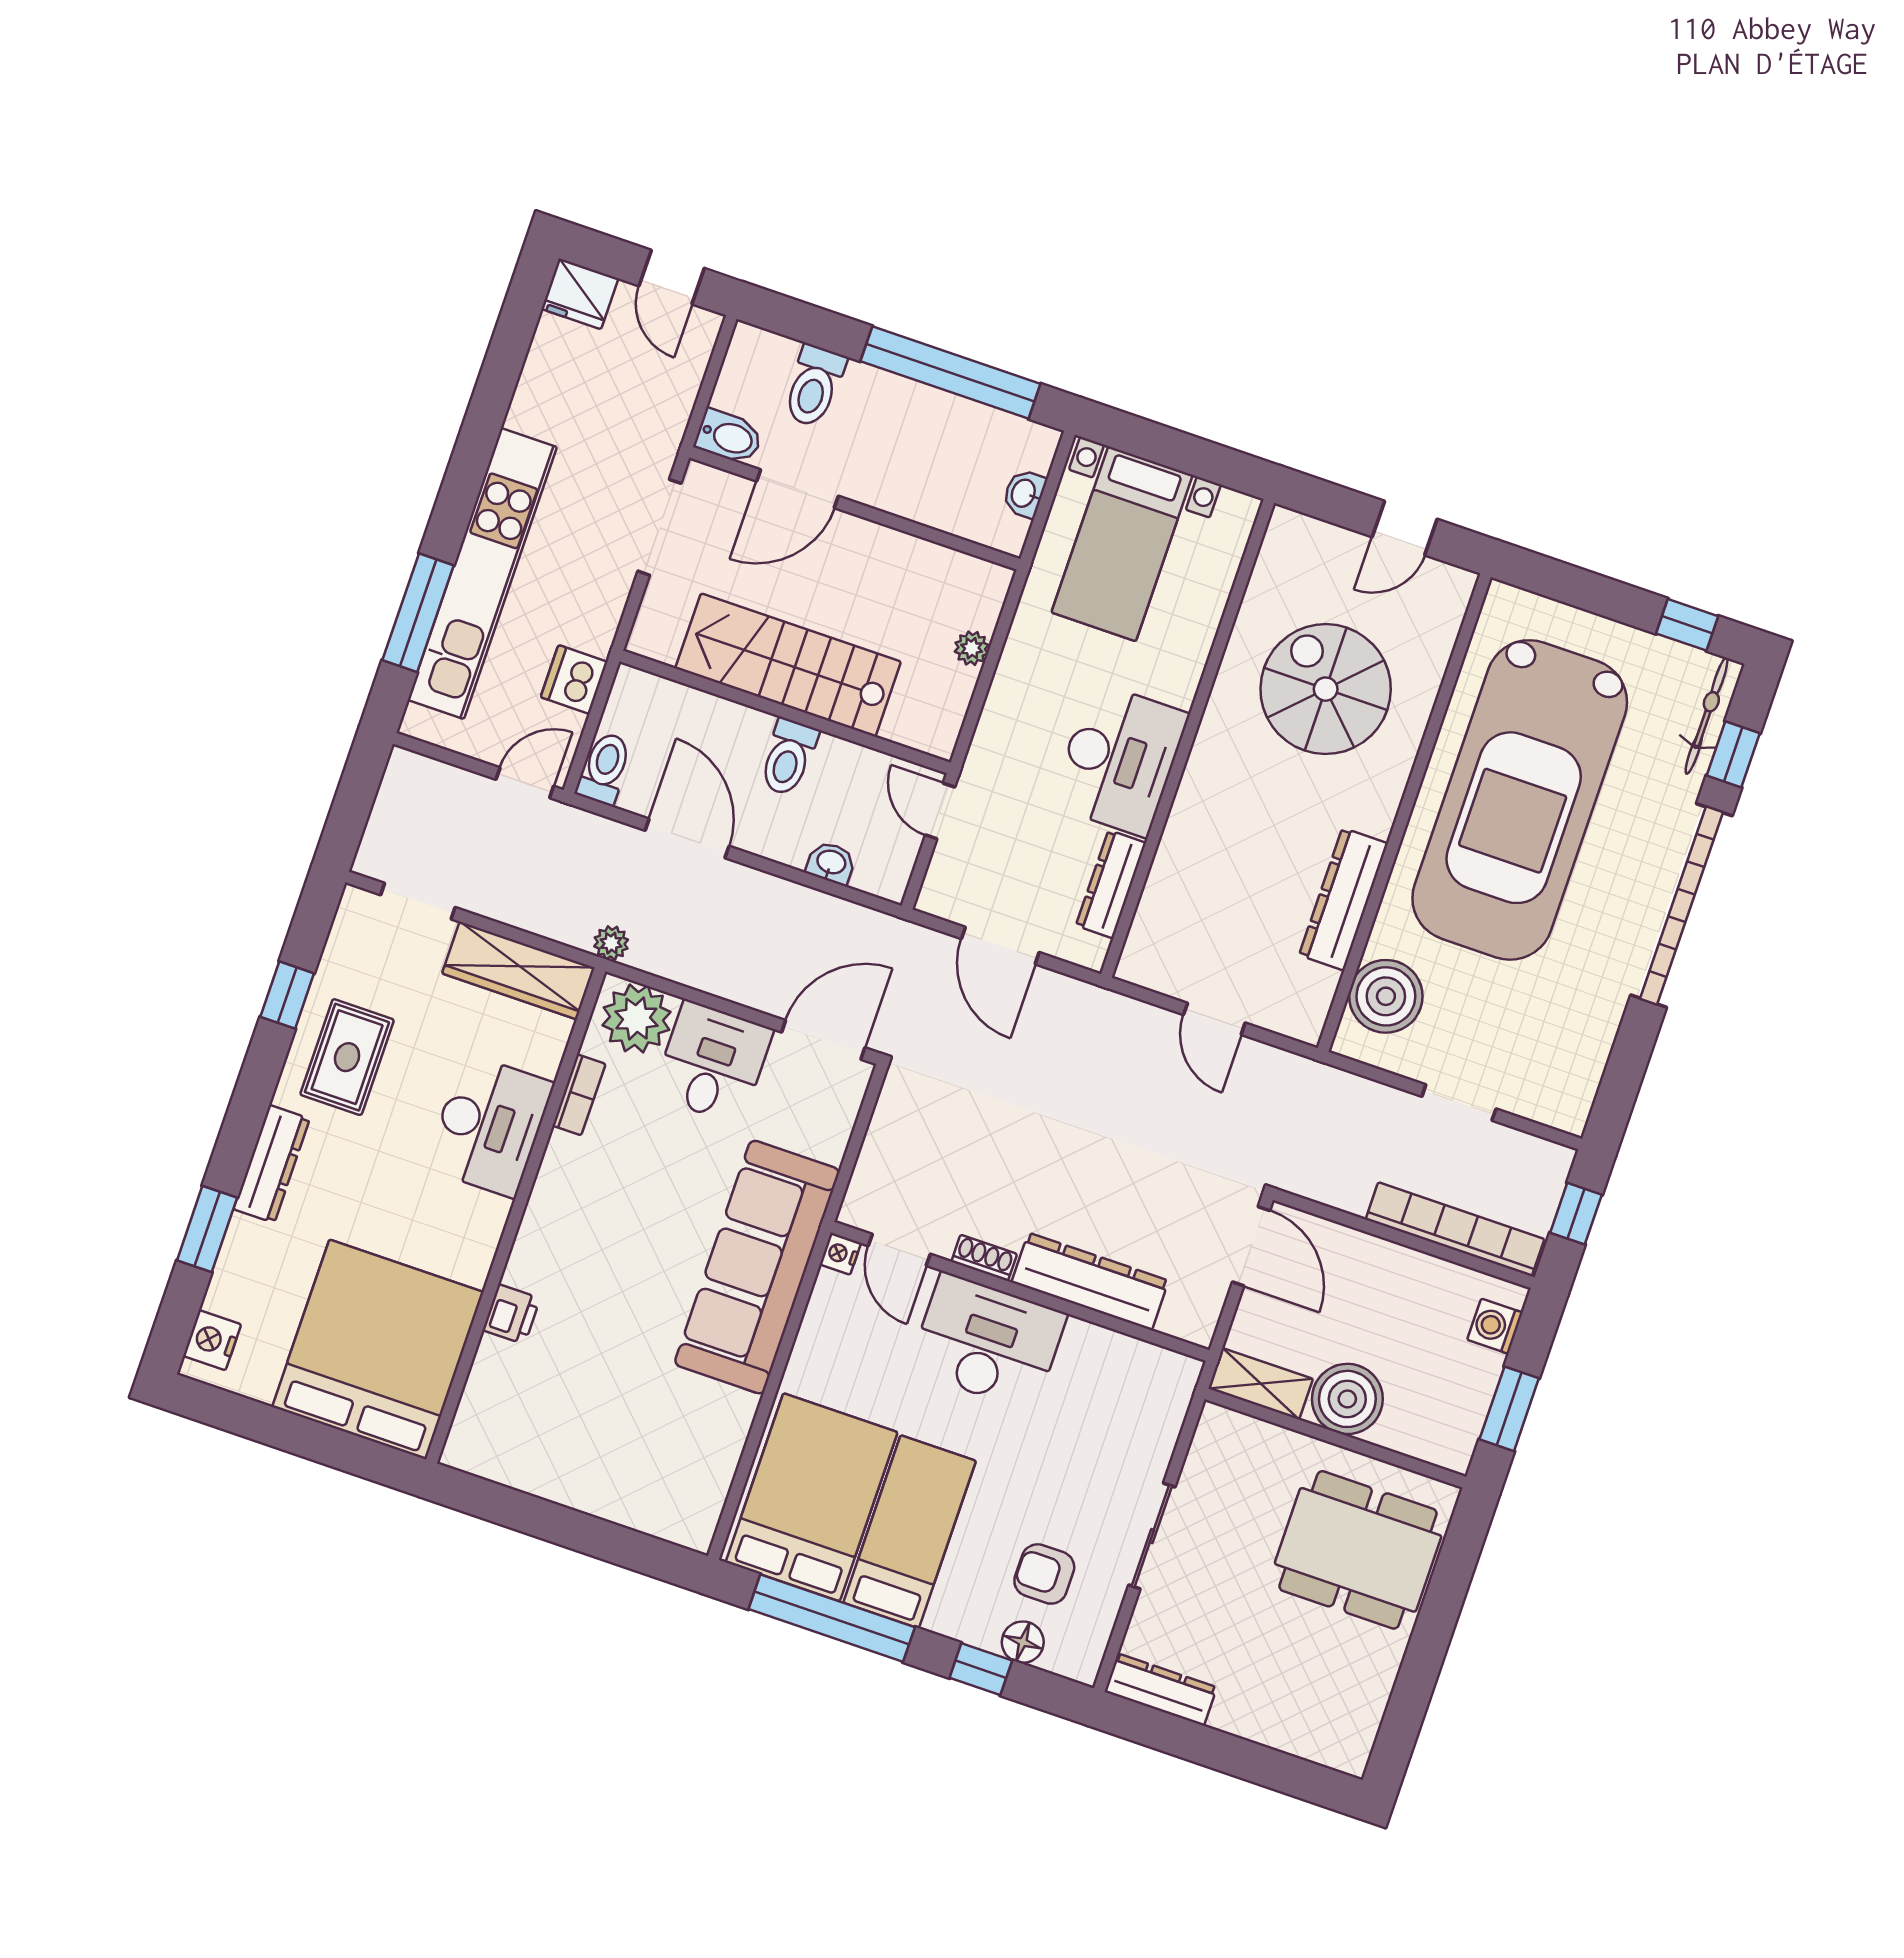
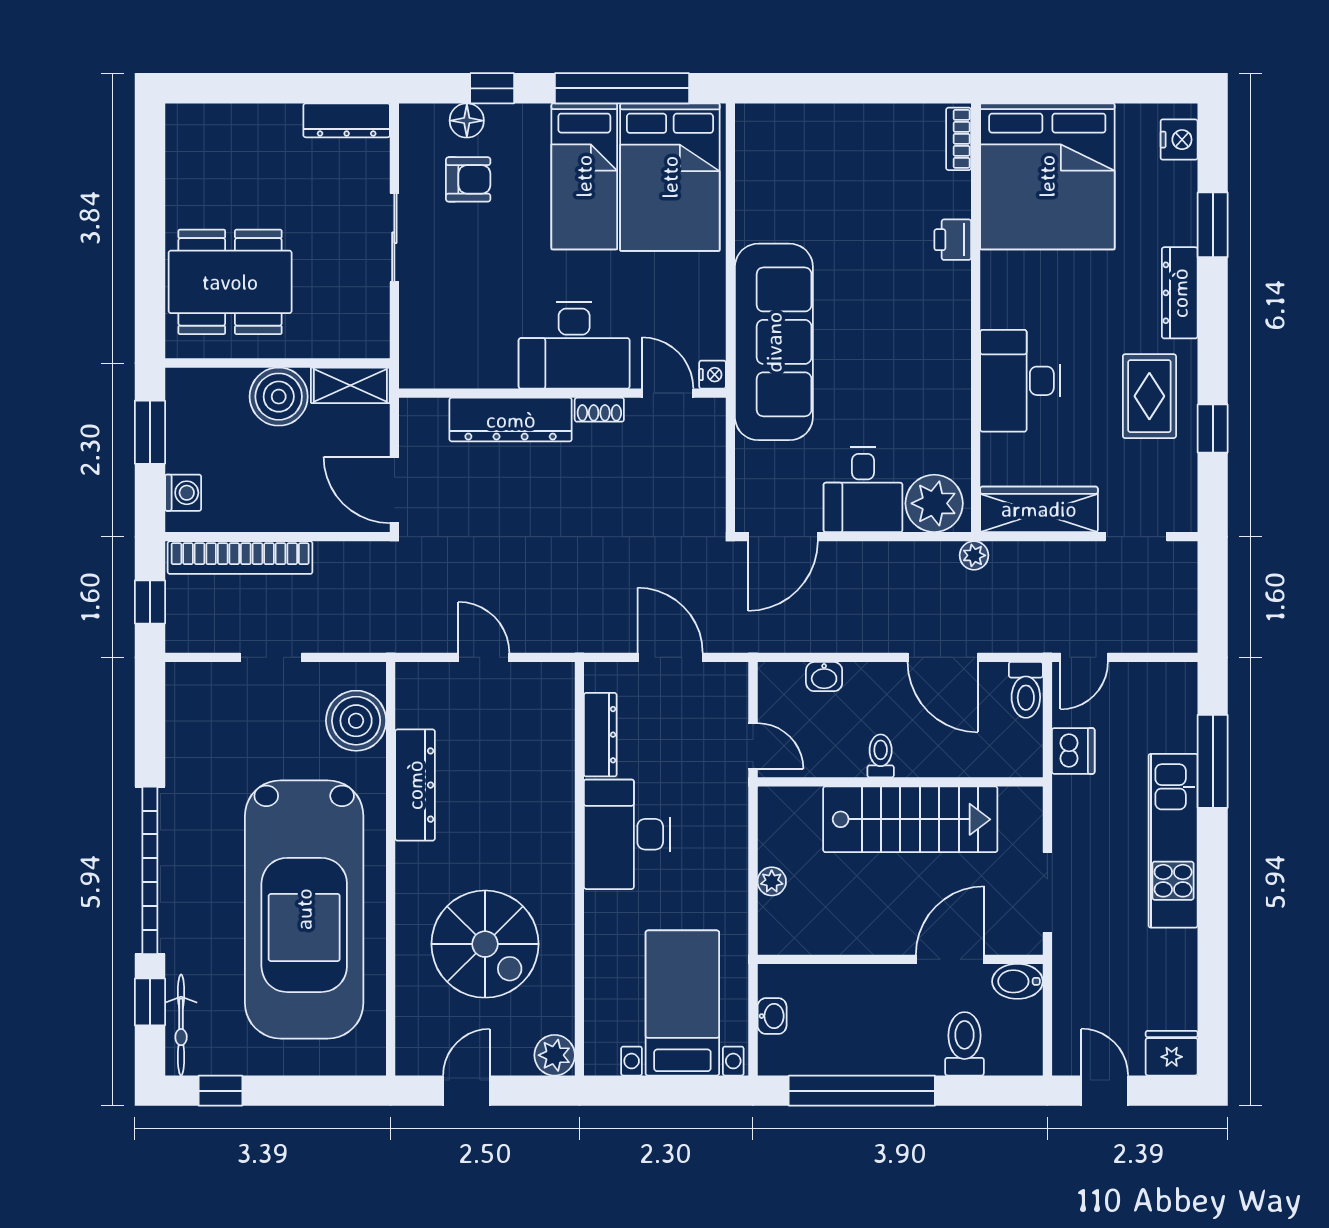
plant: (1289, 534) -> (555, 1055), added
kitchen unit: (482, 573) -> (1173, 841), width x0.73
toilet: (788, 757) -> (881, 756), width x0.73, depth x0.72
car: (1520, 800) -> (304, 909), turned 180
bookcase: (579, 1095) -> (959, 139), moved

